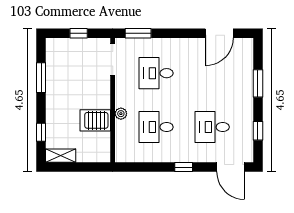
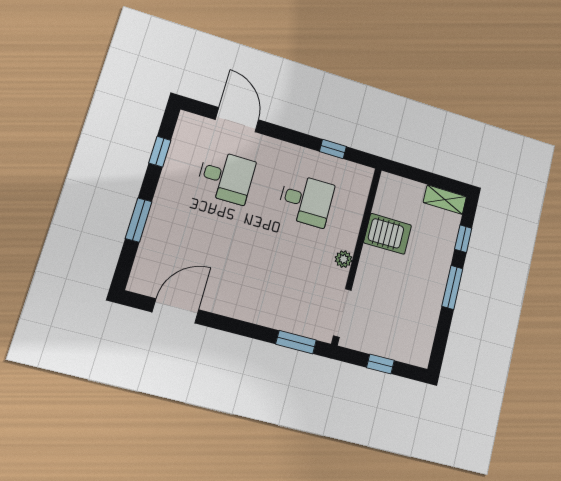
desk: (156, 73) -> (286, 277), removed
window: (41, 78) -> (452, 287), moved
plant: (121, 114) -> (344, 259), moved
window: (184, 167) -> (333, 149), moved
door: (231, 167) -> (237, 120), moved

